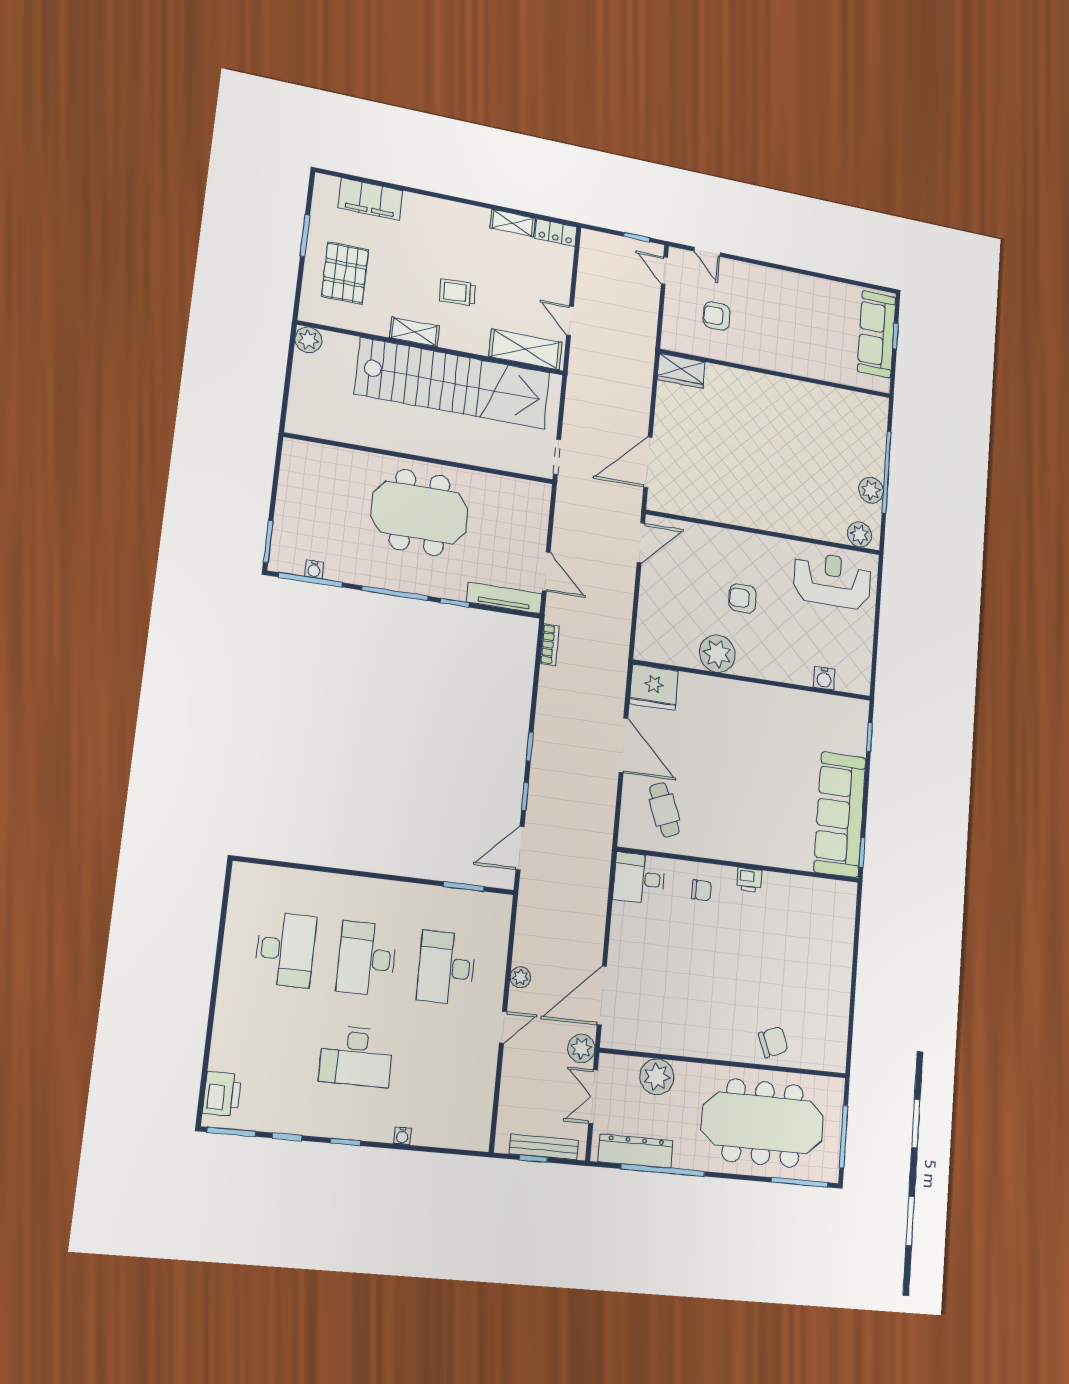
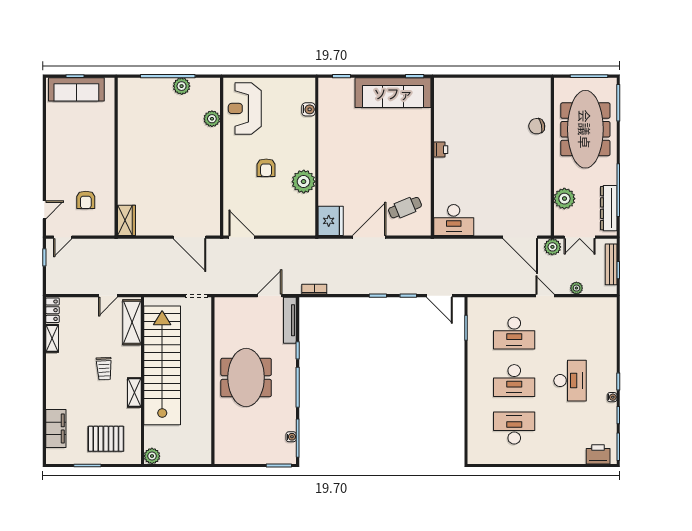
plant: (860, 534) -> (212, 119), moved
desk: (639, 878) -> (454, 220), width x1.37
chair: (701, 890) -> (451, 180), removed
plant: (520, 977) -> (576, 288), moved
chair: (773, 1042) -> (537, 126), turned -81
water cooler: (402, 1136) -> (612, 397), moved

